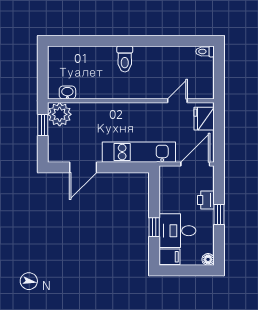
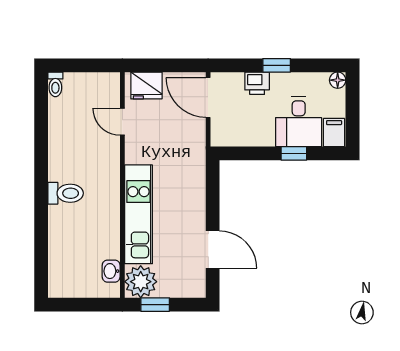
kitchen unit: (139, 152) -> (138, 214), moved, turned 180

